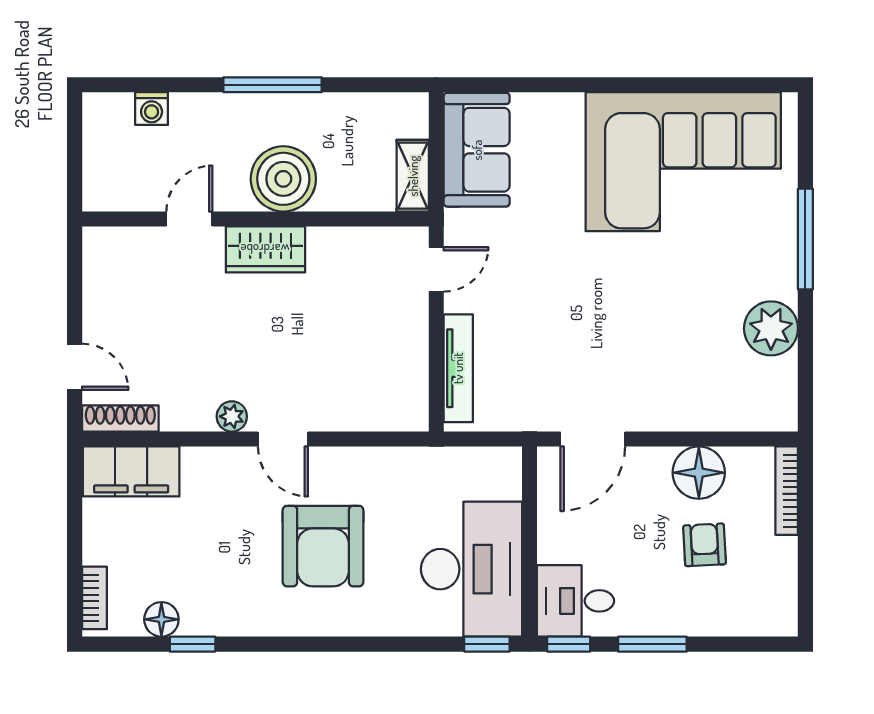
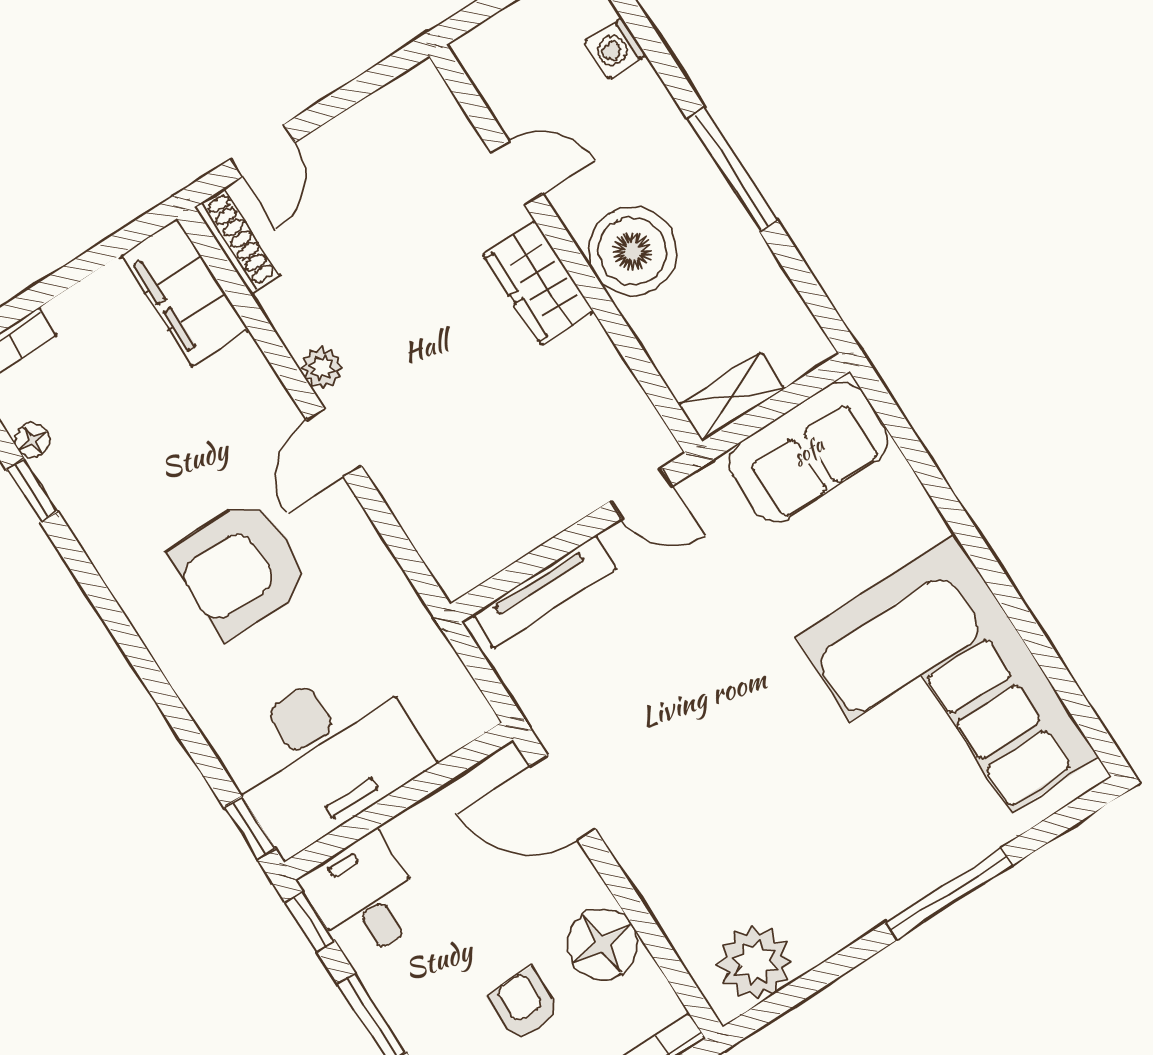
plant: (771, 328) -> (755, 963), moved
armchair: (705, 545) -> (524, 1004), turned -87
floor lamp: (161, 619) -> (32, 440), width x0.73, depth x0.73

